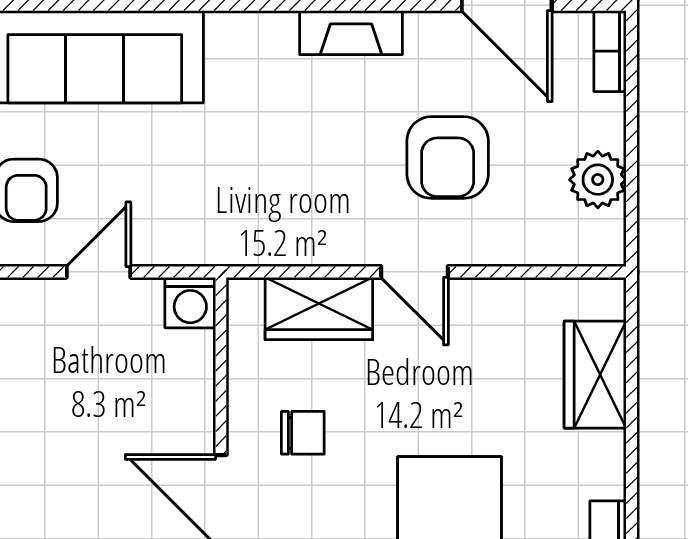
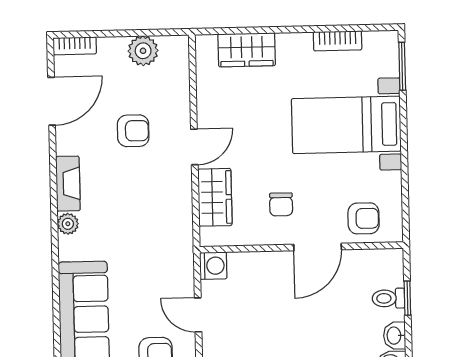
plant: (275, 31) -> (68, 224), added
armchair: (448, 157) -> (133, 131), width x0.72, depth x0.72
chair: (303, 433) -> (281, 204), turned 180

